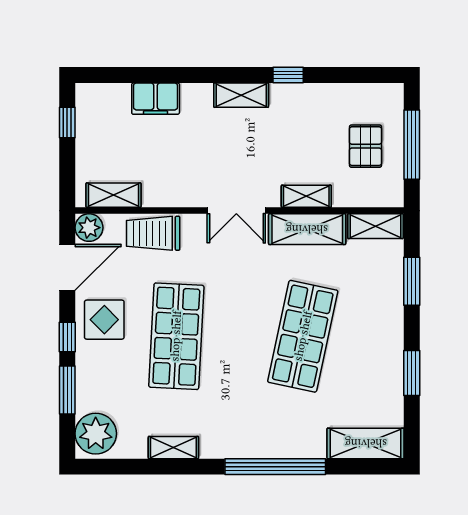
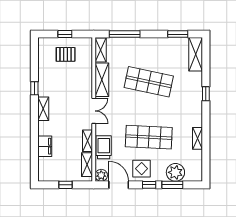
window: (67, 122) -> (65, 185), moved
window: (412, 145) -> (65, 34), width x0.46
shelving: (306, 196) -> (87, 141), moved
trolley: (153, 233) -> (104, 147), turned 180
window: (412, 281) -> (125, 34), width x1.44
window: (412, 373) -> (178, 34), moved
plant: (96, 434) -> (175, 172), moved
window: (275, 467) -> (206, 94), width x0.32

